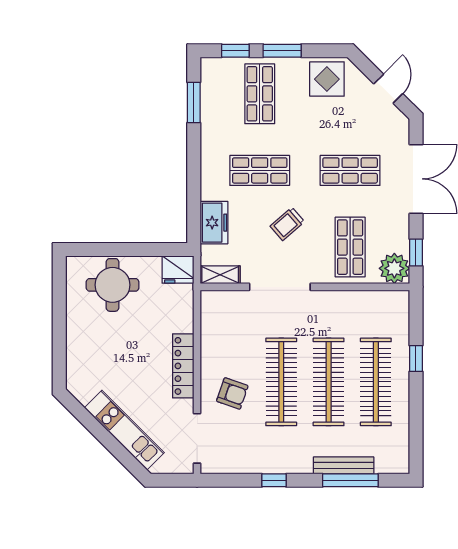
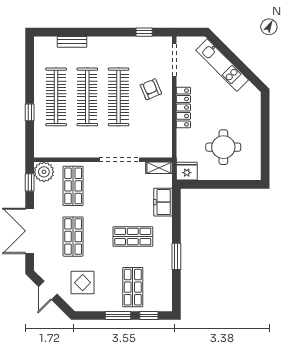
display table: (327, 79) -> (83, 283), moved
window: (194, 102) -> (176, 256), moved
shop shelf: (350, 170) -> (73, 237), turned 90
trolley: (287, 224) -> (115, 201), removed
round table: (113, 285) -> (223, 147), moved
armchair: (232, 393) -> (151, 89), turned 48
bench: (344, 465) -> (72, 42), width x0.73
window: (274, 480) -> (144, 32), moved
window: (350, 480) -> (73, 32), removed

